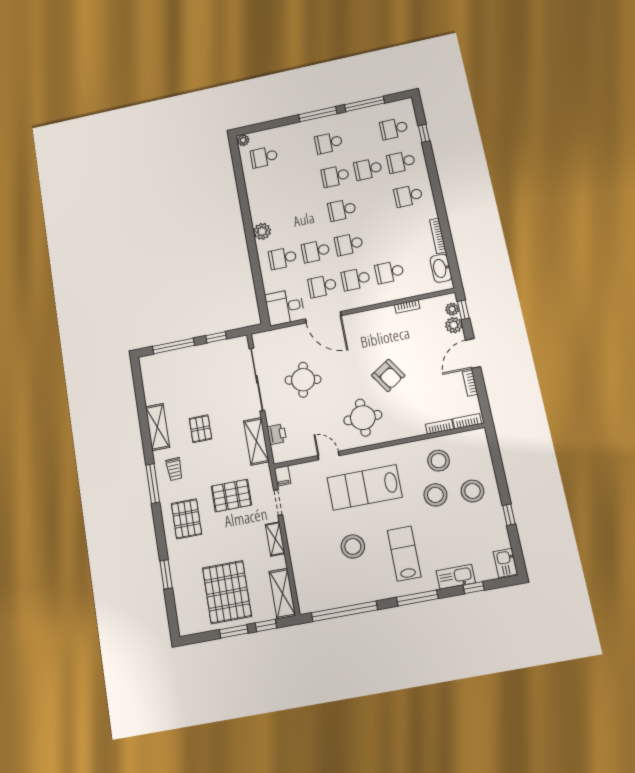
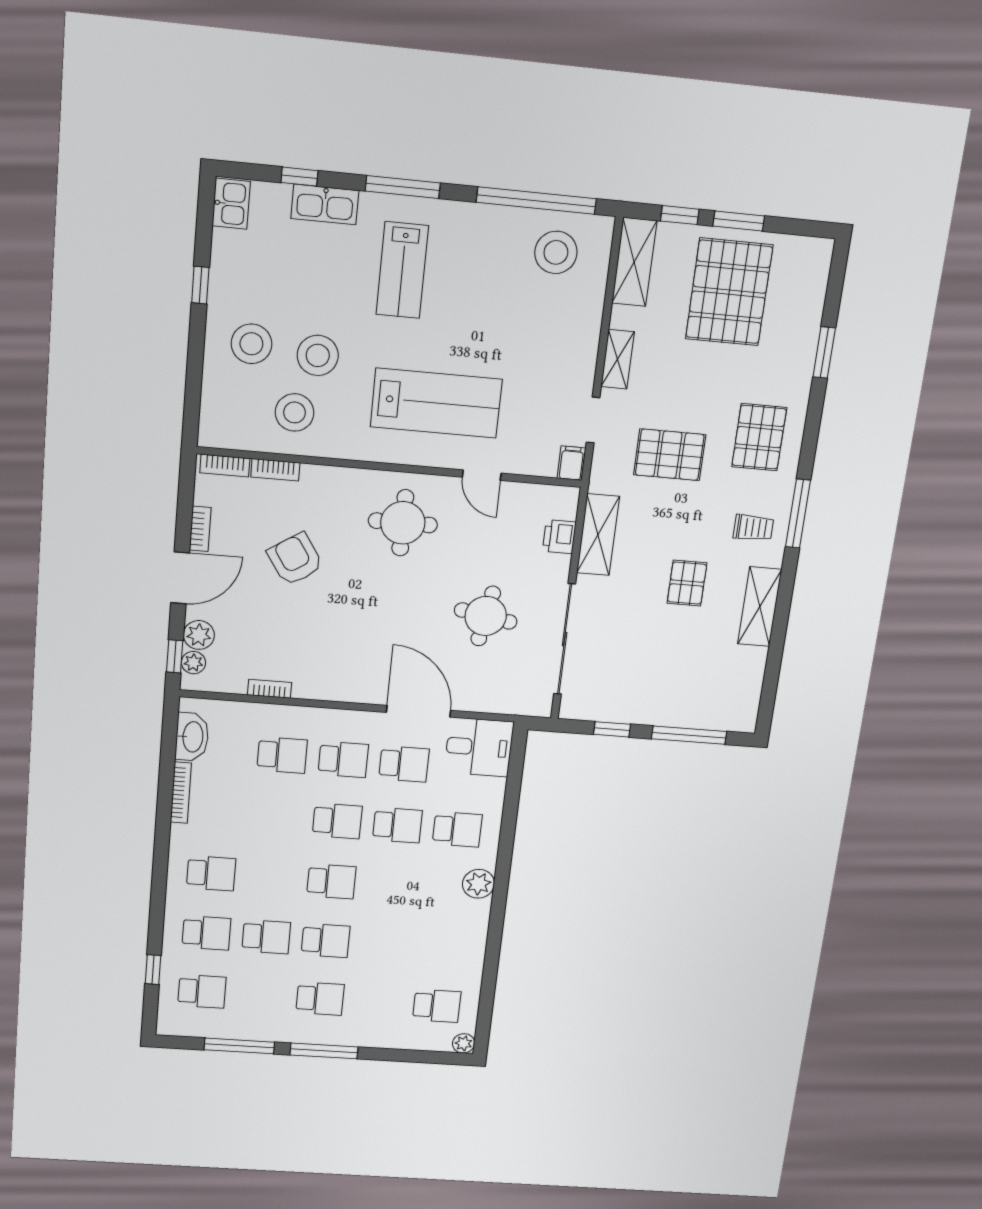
armchair: (388, 375) -> (295, 559), moved
trolley: (174, 469) -> (753, 528), turned 92
stool: (353, 546) -> (556, 252), moved

